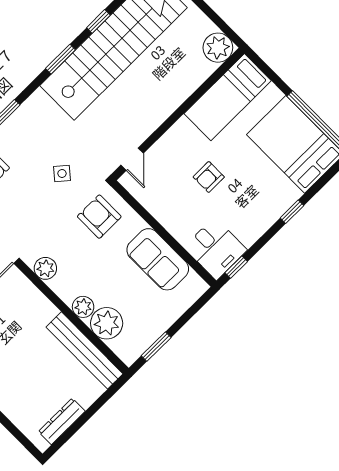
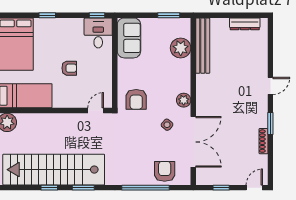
side table: (62, 173) -> (167, 125), moved
sofa: (158, 259) -> (129, 38), moved
plant: (83, 307) -> (184, 66), removed

